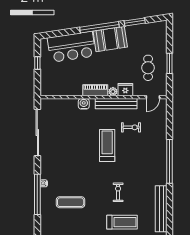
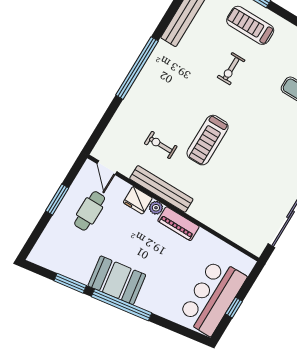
bar counter: (72, 47) -> (212, 297), moved, turned -82
door: (153, 97) -> (107, 168), swing flipped
water cooler: (84, 104) -> (205, 215), removed

